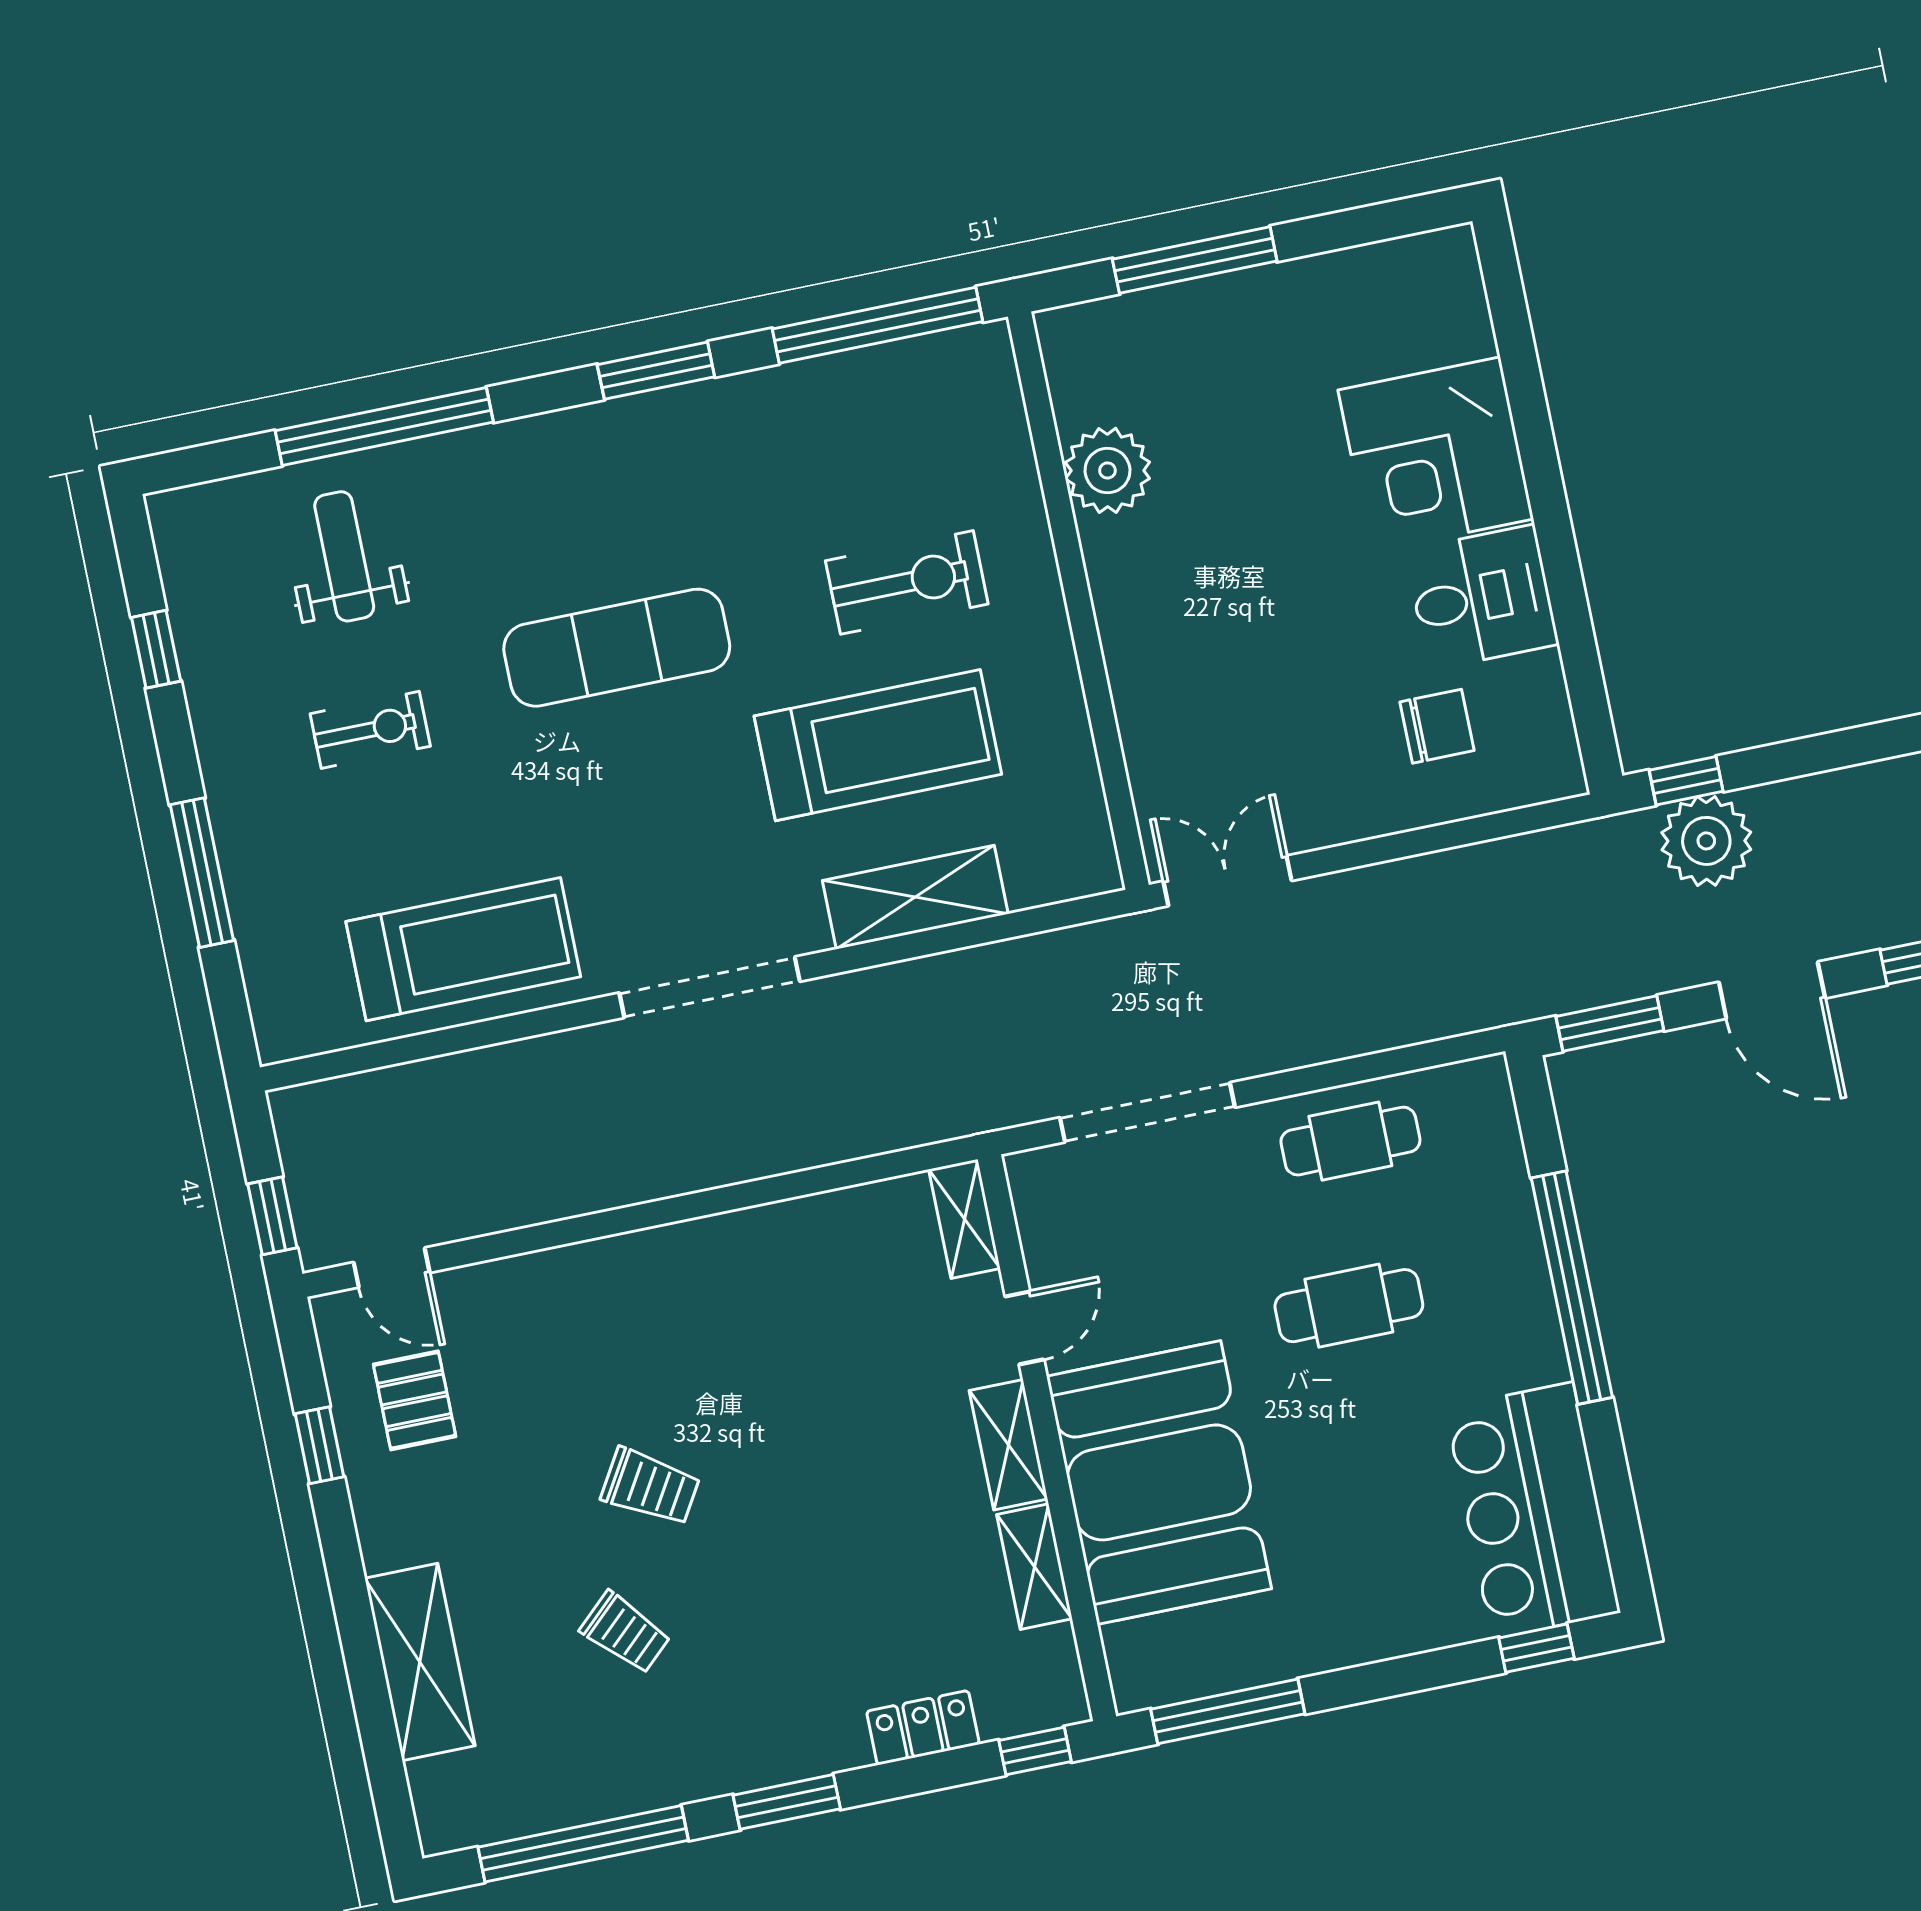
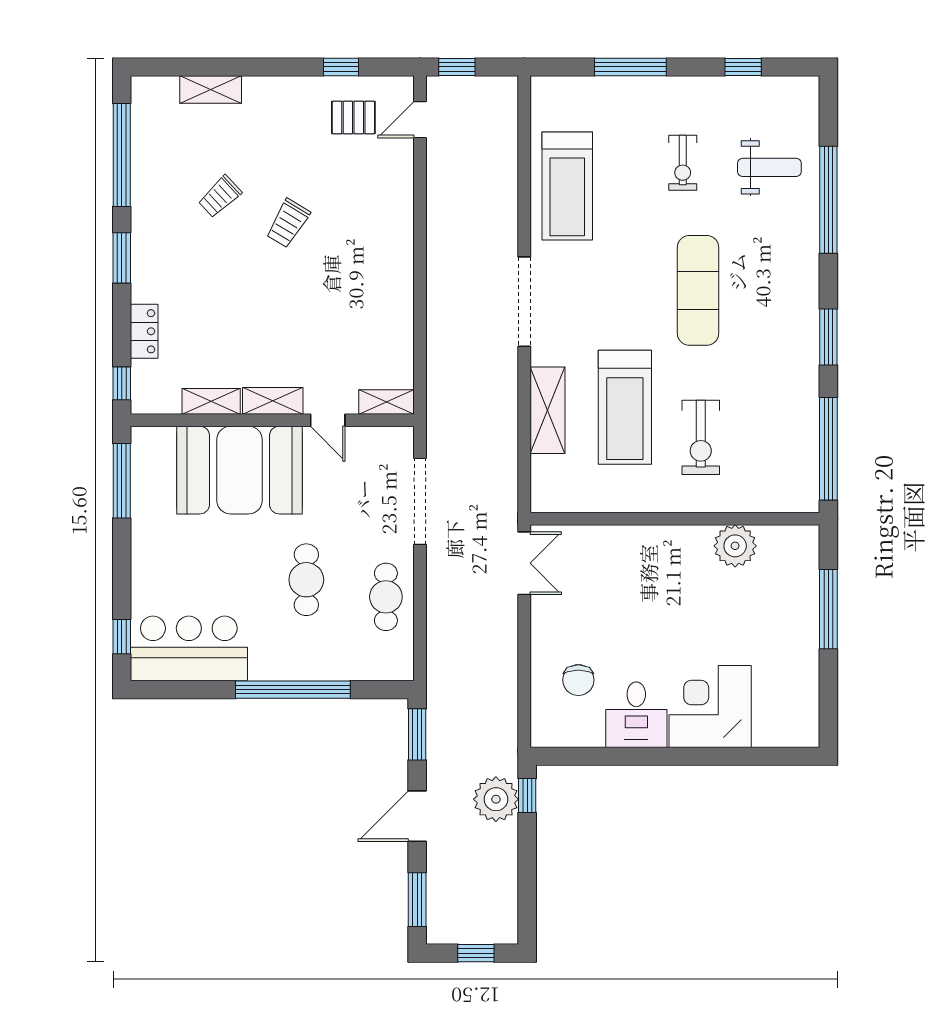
shelving: (420, 1662) -> (211, 89), width x0.67, depth x0.75

